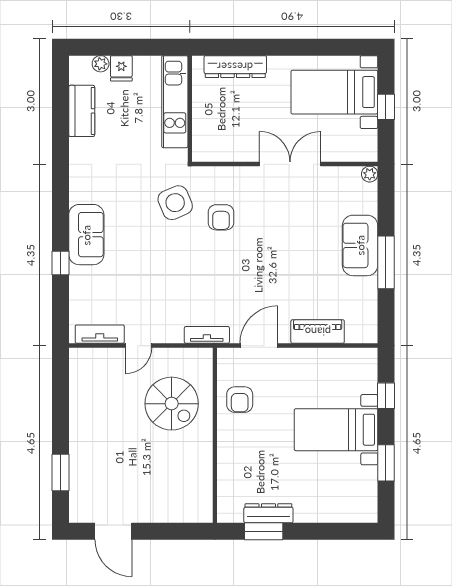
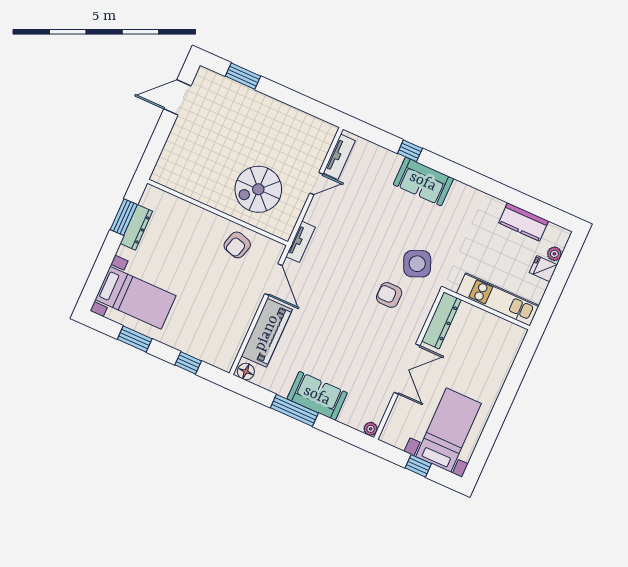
dresser: (235, 67) -> (441, 320), moved, turned 180
floor lamp: (368, 331) -> (246, 372), added
piano: (318, 332) -> (267, 333), width x1.37, depth x1.33
door: (139, 346) -> (316, 184), swing flipped
armchair: (240, 400) -> (237, 245), turned -74
bed with nightstands: (336, 430) -> (136, 298), moved, turned 90

